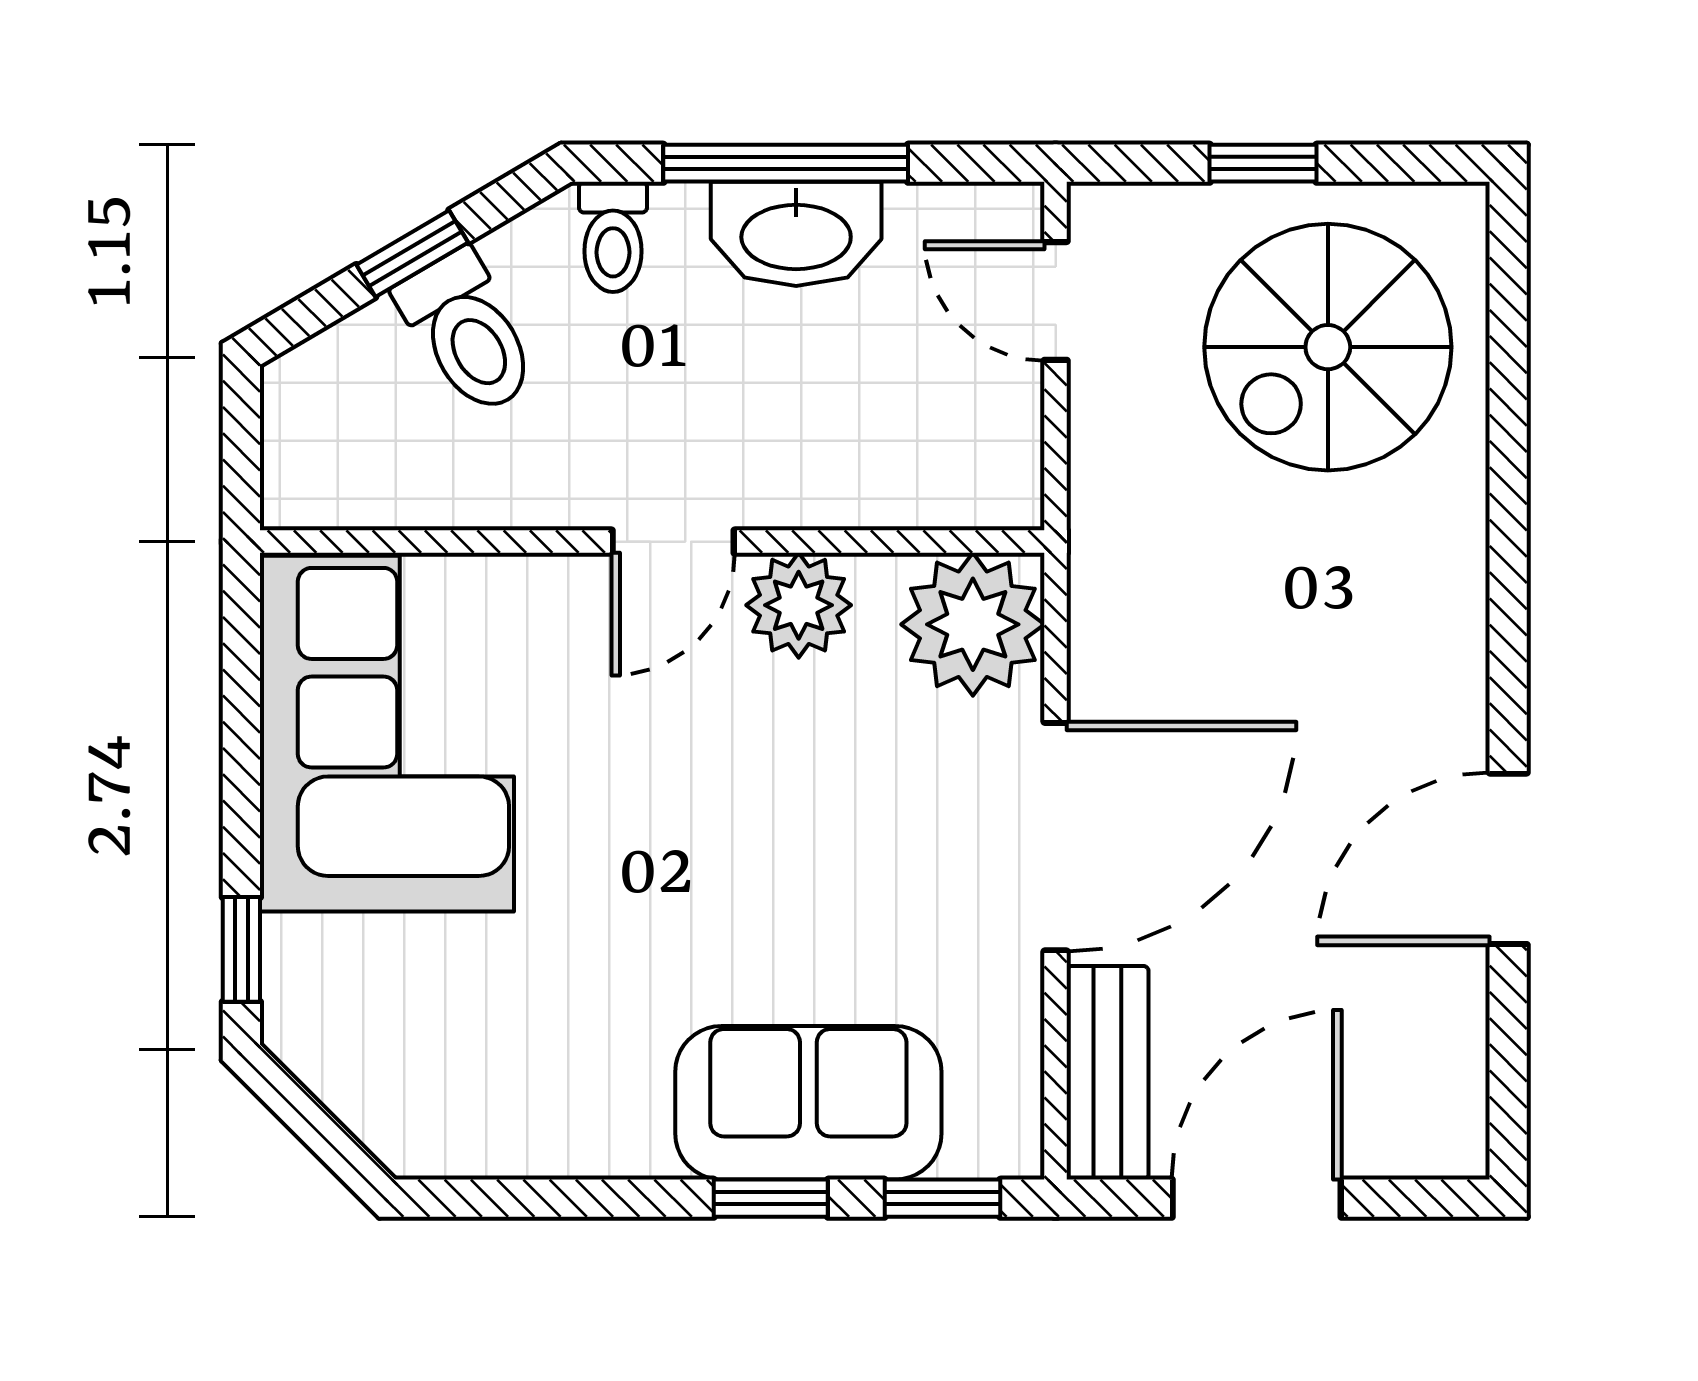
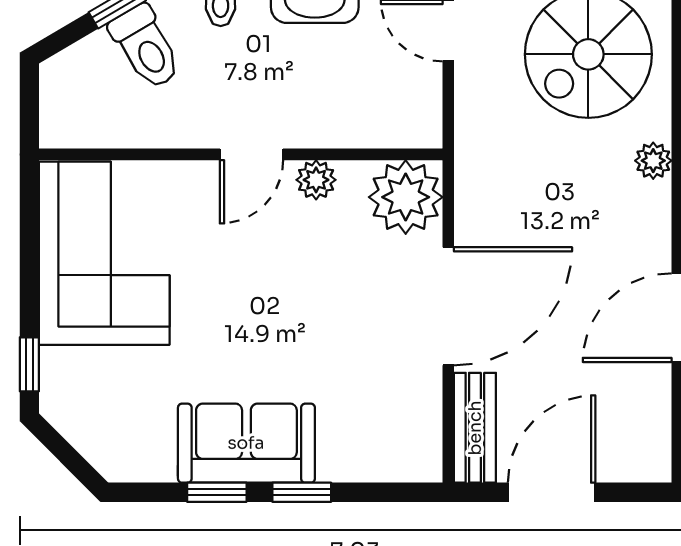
plant: (1454, 554) -> (653, 161), added
plant: (799, 605) -> (316, 180), width x0.73, depth x0.73
sofa: (808, 1103) -> (246, 443), moved
window: (942, 1198) -> (217, 492), moved

